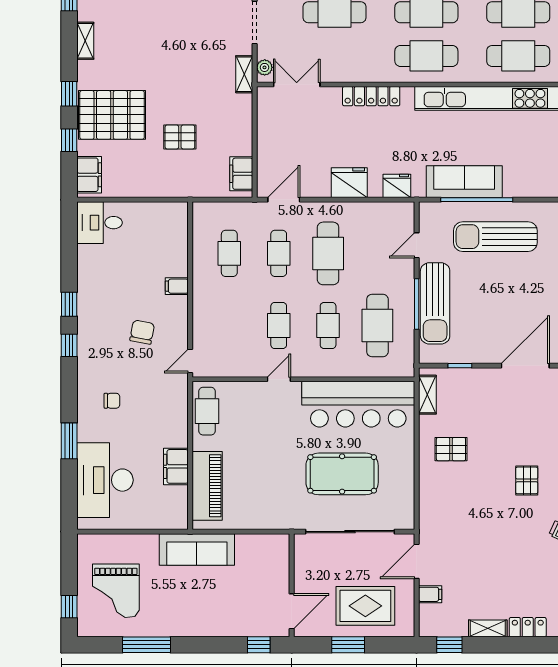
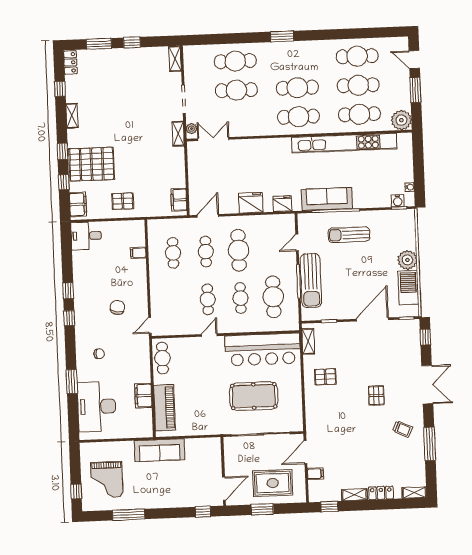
locker: (371, 96) -> (263, 145), removed
pallet: (180, 137) -> (123, 201), moved
sun lounger: (495, 237) -> (349, 235), width x0.73, depth x0.75
filing cabinet: (177, 286) -> (138, 253), moved

